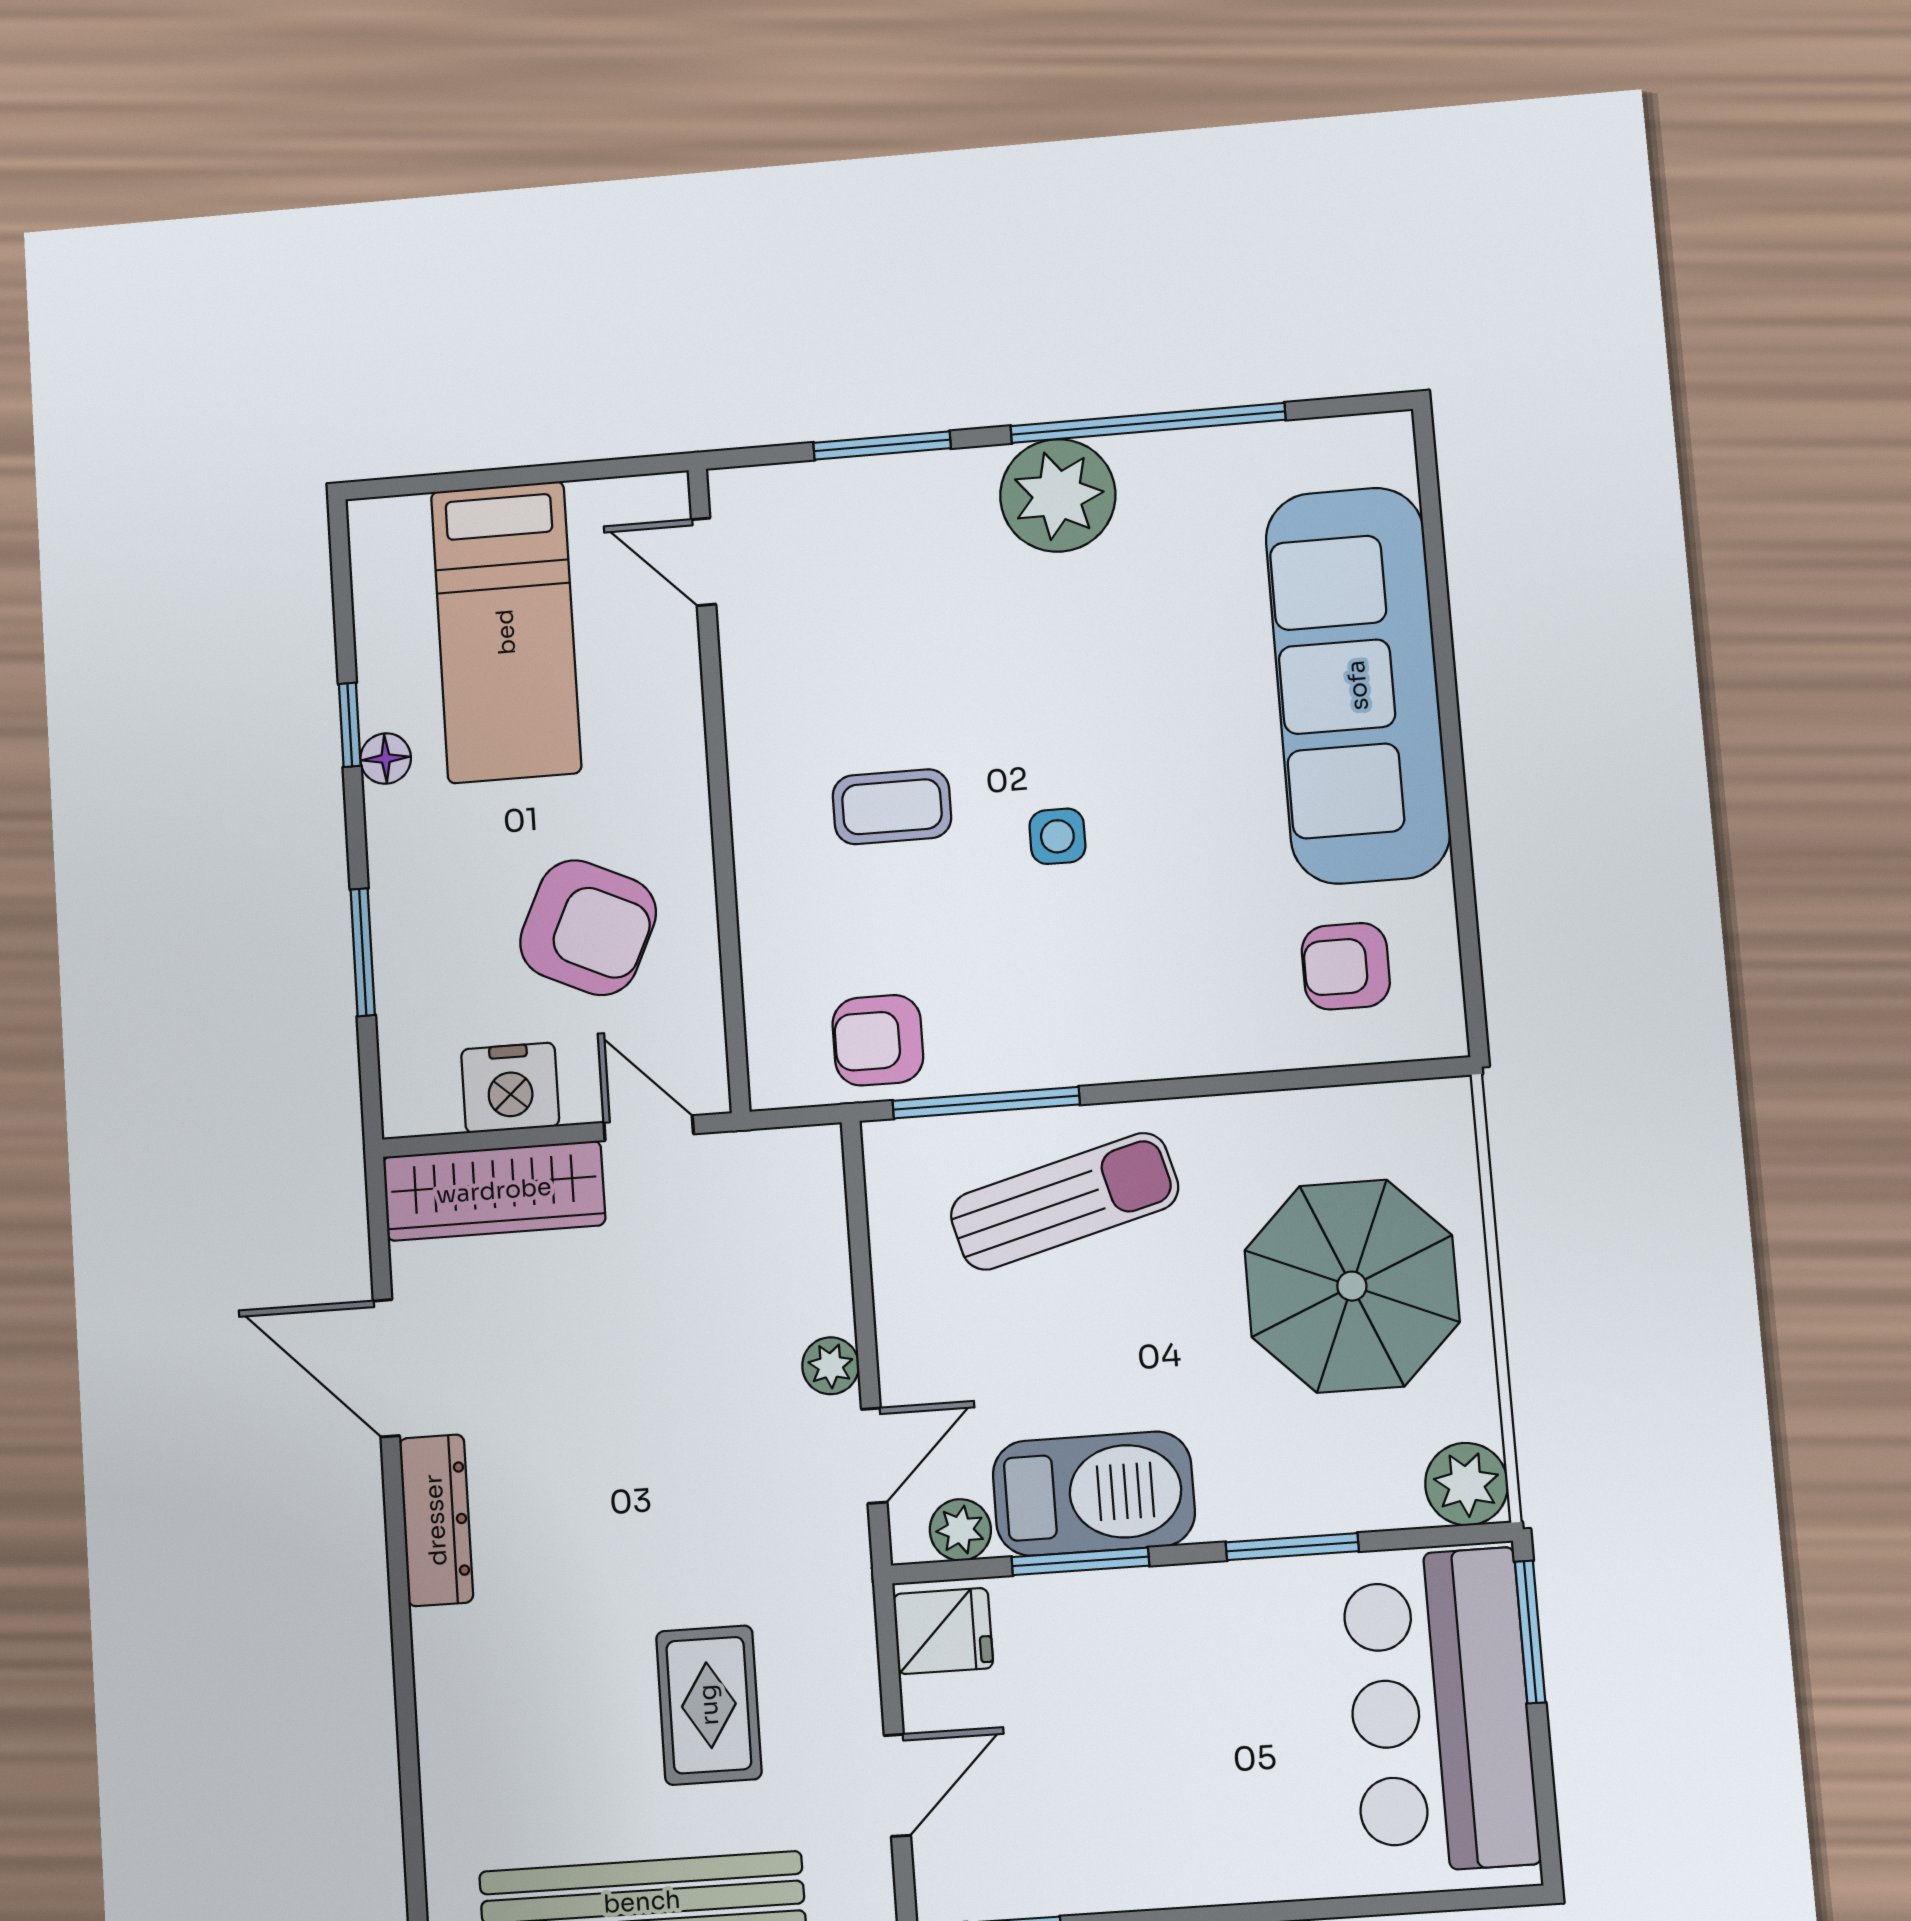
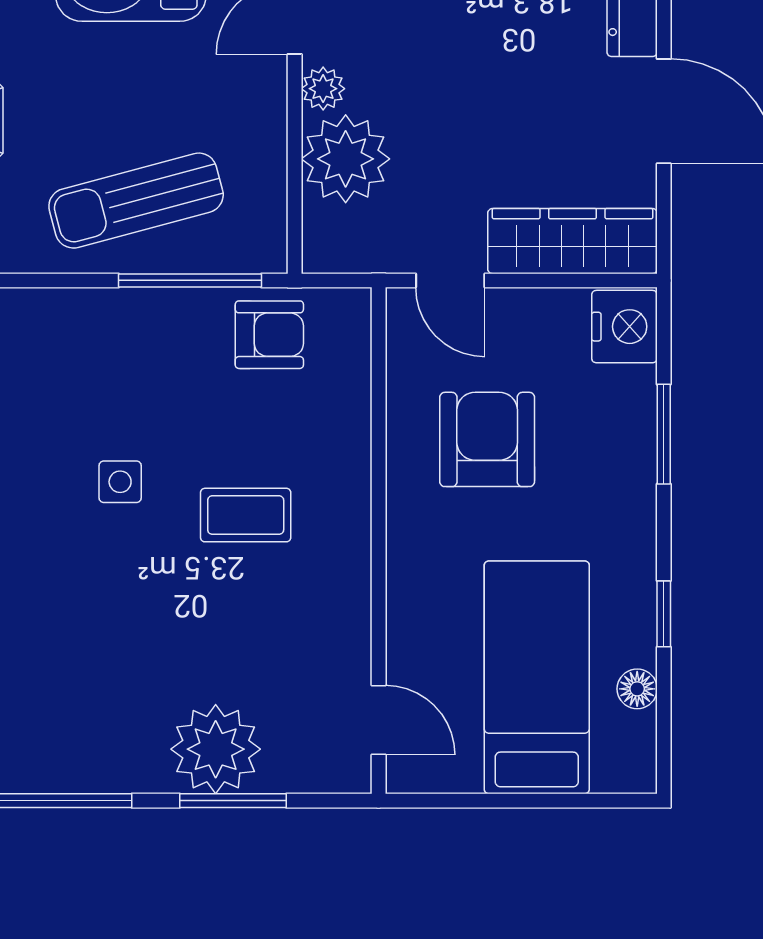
plant: (1058, 495) -> (216, 749), moved
floor lamp: (386, 758) -> (637, 689), moved
armchair: (588, 928) -> (487, 439), turned 65
nightstand: (510, 1088) -> (624, 327), moved, turned 90
plant: (795, 1276) -> (346, 159), added

